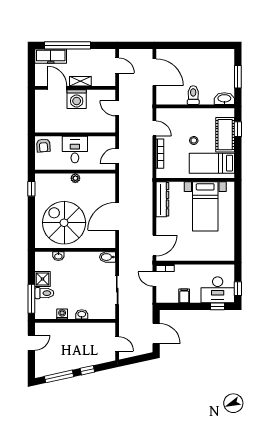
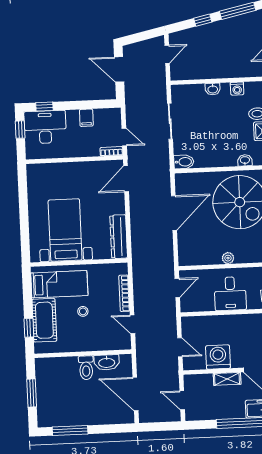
window: (208, 45) -> (70, 430), added
washing machine: (77, 99) -> (218, 357), moved
washbasin: (224, 99) -> (107, 362), moved
door: (117, 344) -> (167, 54), swing flipped

